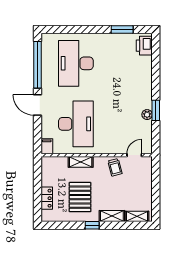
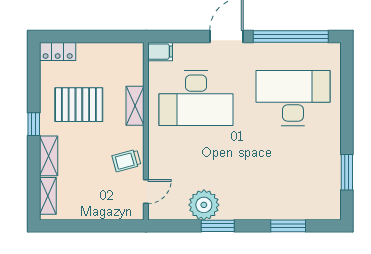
printer: (144, 46) -> (321, 208), removed
window: (156, 66) -> (288, 226), added
plant: (147, 115) -> (204, 205), width x1.87, depth x1.87
door: (134, 155) -> (146, 192), hinge flipped
locker: (47, 198) -> (58, 51), moved

